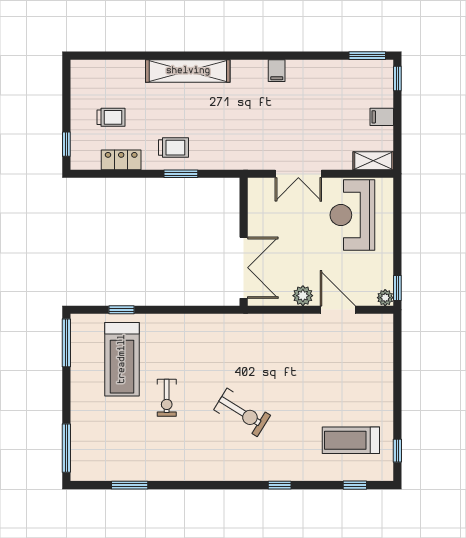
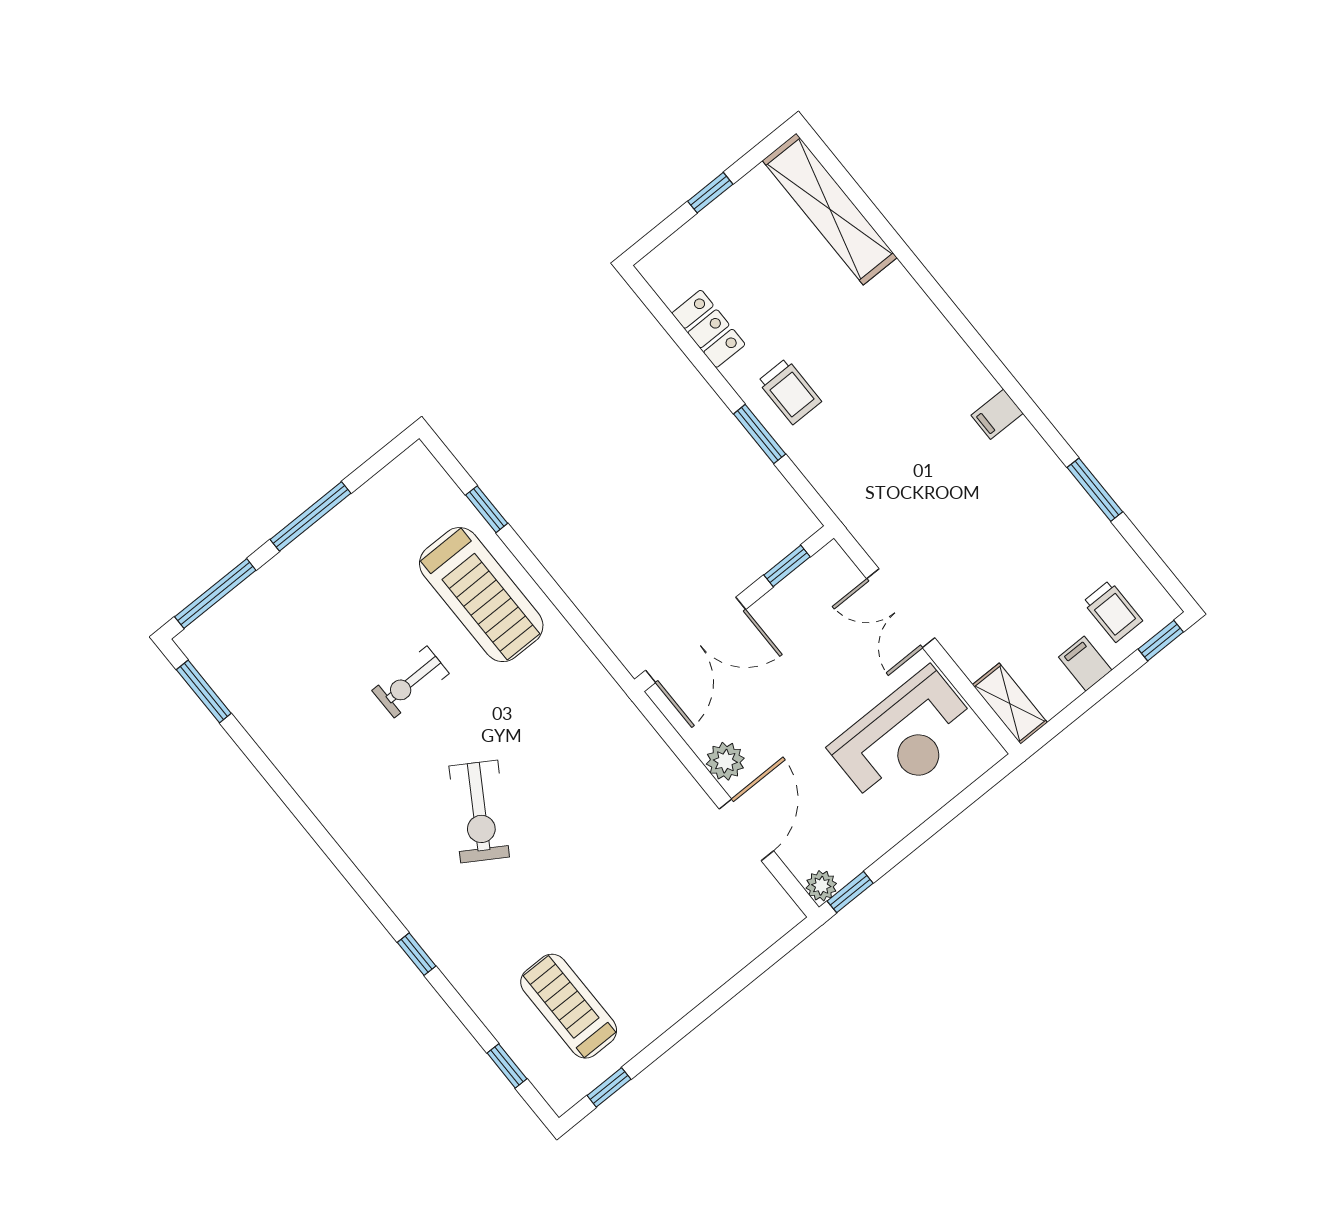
window: (367, 56) -> (1095, 490), moved
shelving: (188, 71) -> (830, 209), moved
filing cabinet: (277, 71) -> (997, 414), moved
trolley: (111, 117) -> (1113, 611), moved
window: (66, 144) -> (710, 193), moved
window: (244, 206) -> (787, 566), added
reception desk: (352, 215) -> (904, 738), turned 180
window: (66, 343) -> (311, 516), moved
treadmill: (122, 359) -> (481, 595), moved, turned -90
window: (130, 485) -> (204, 692), moved

